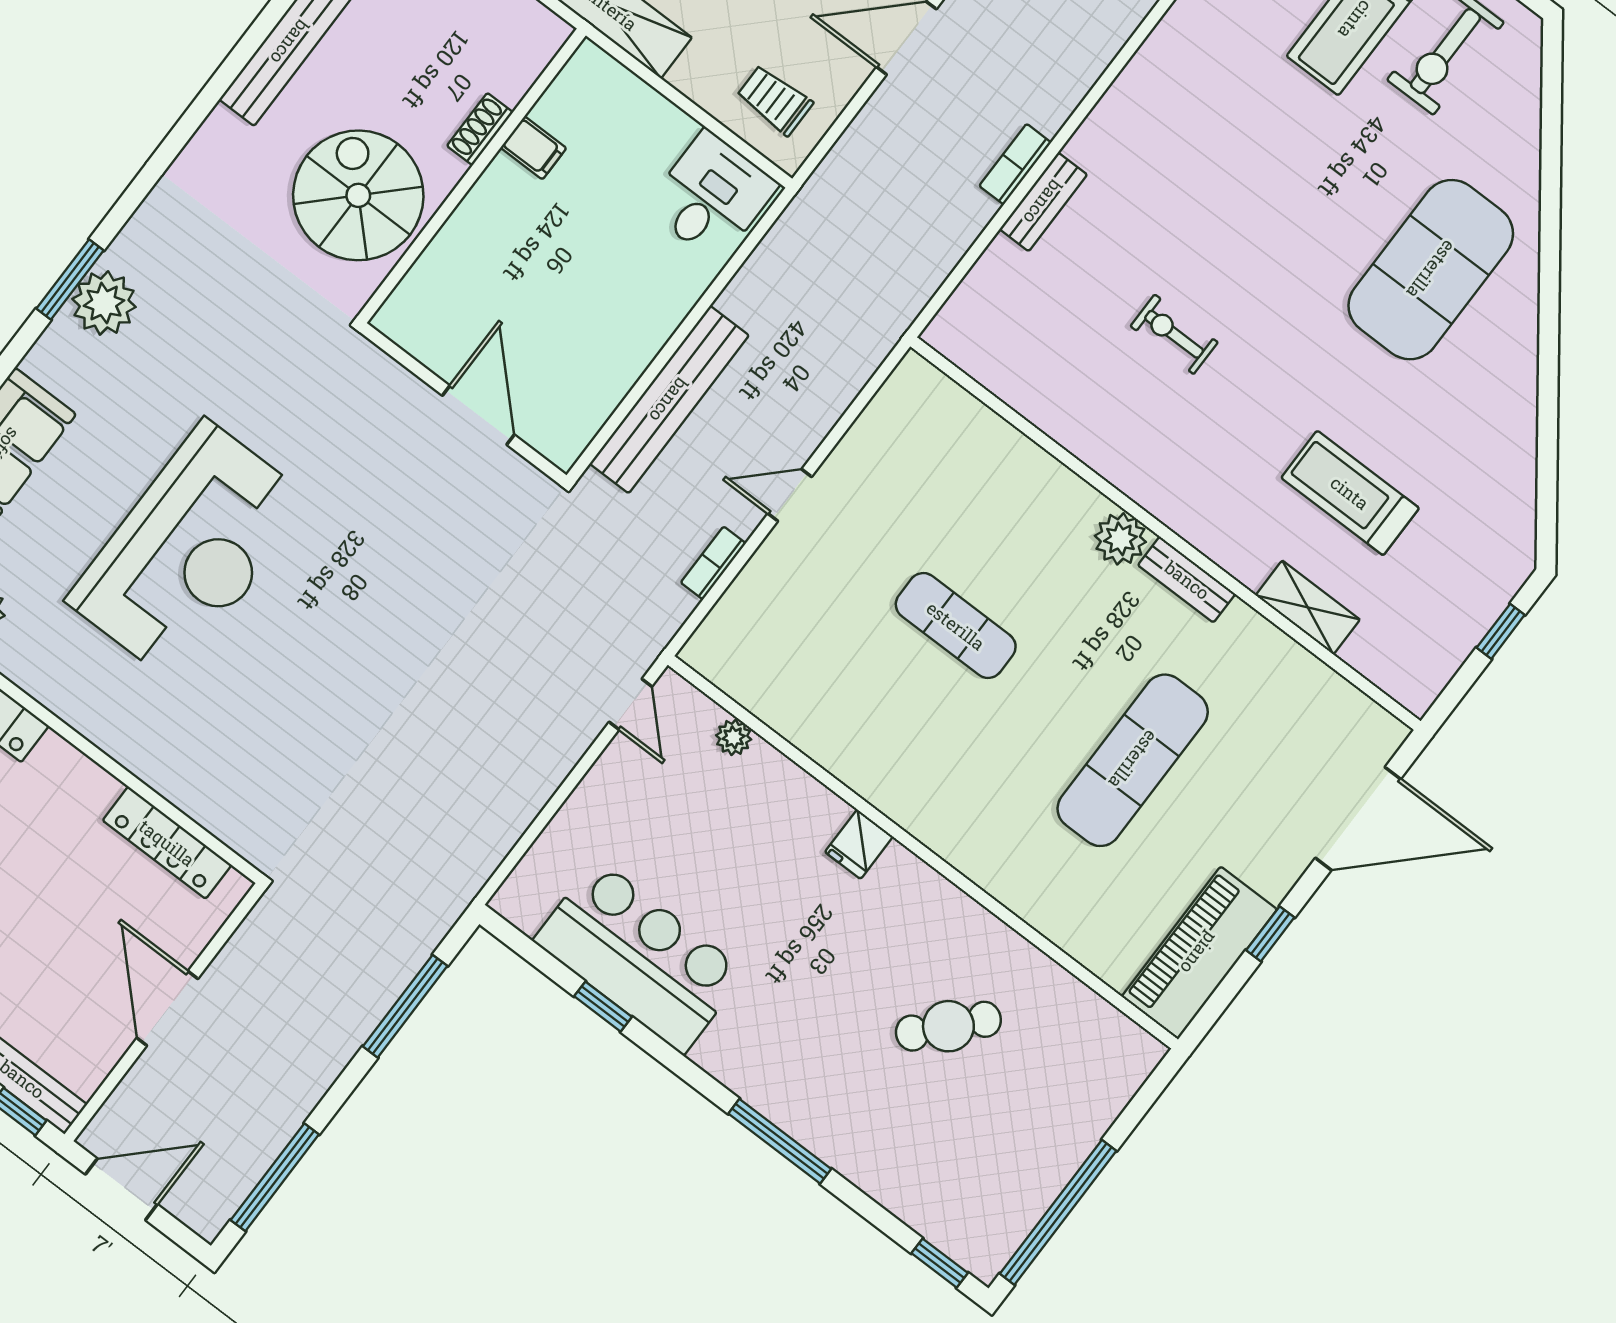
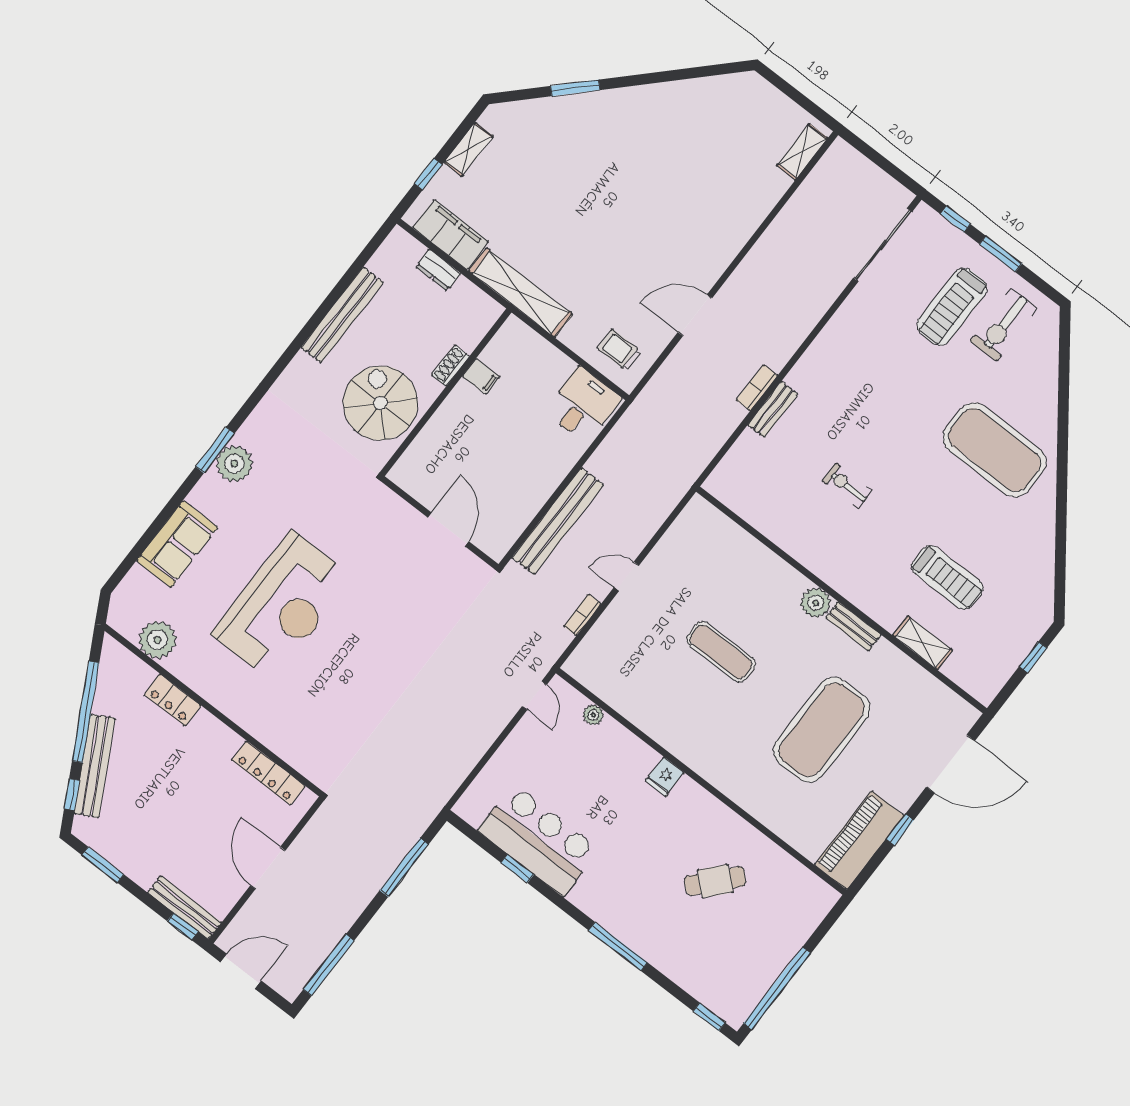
exercise mat: (1431, 270) -> (994, 450), turned 90
treadmill: (1350, 493) -> (947, 577), turned 180
exercise mat: (1133, 760) -> (822, 730), width x1.47

